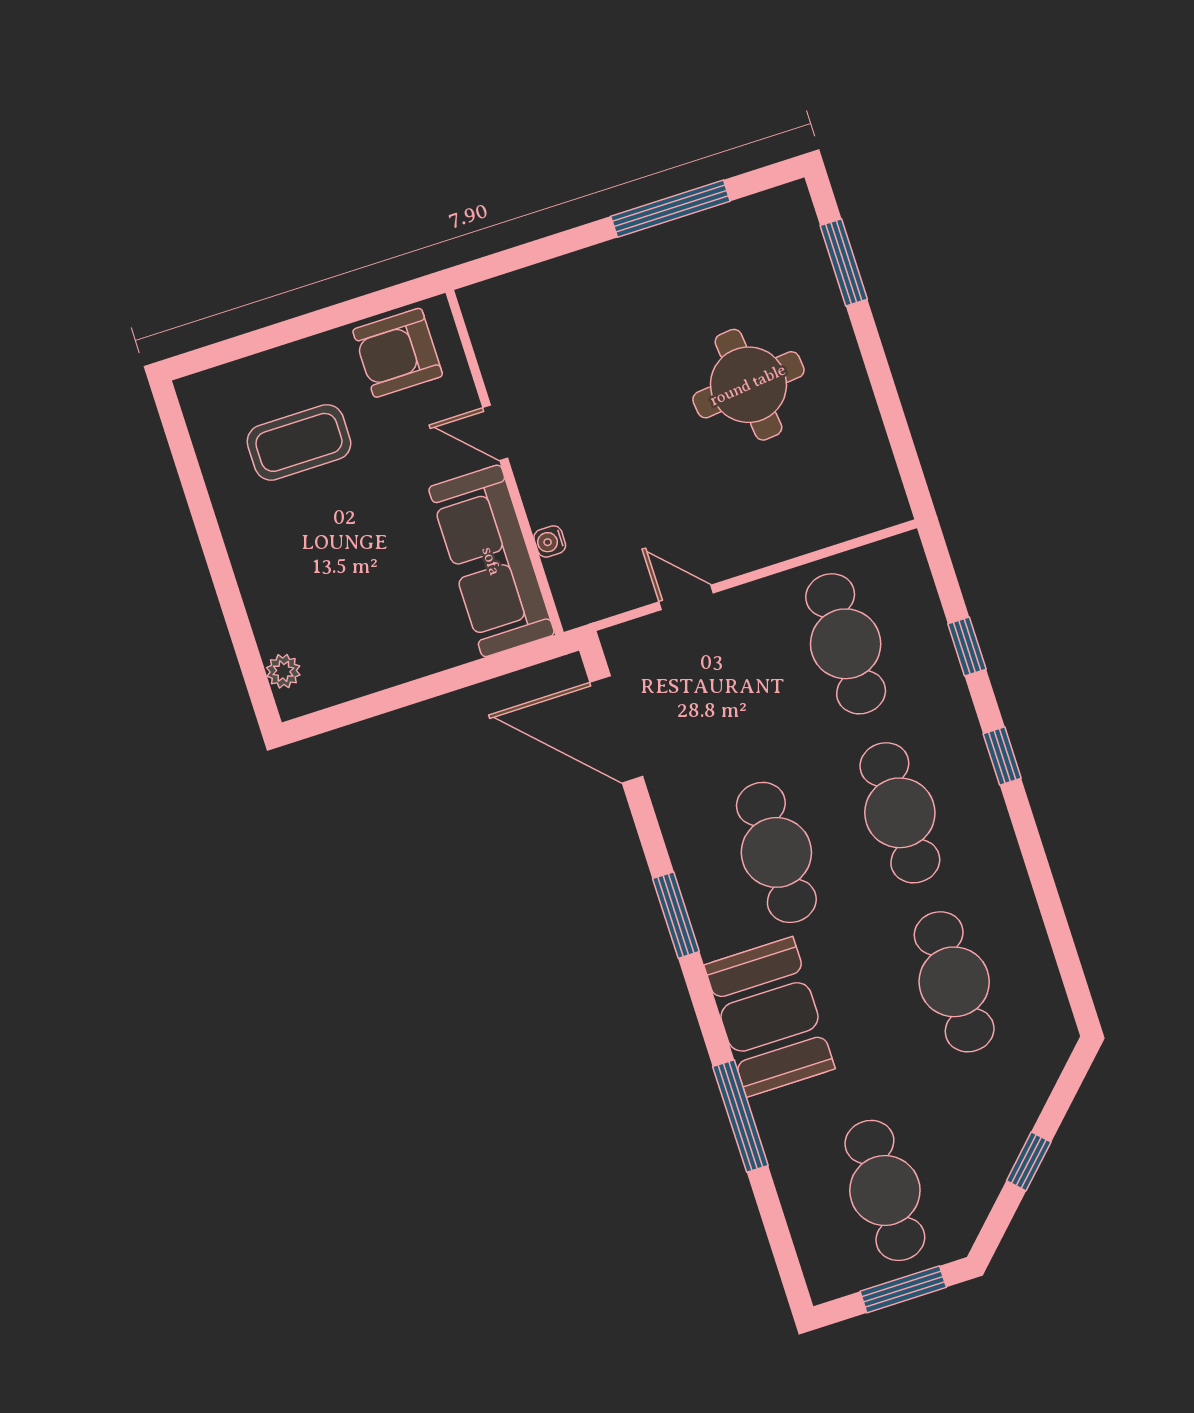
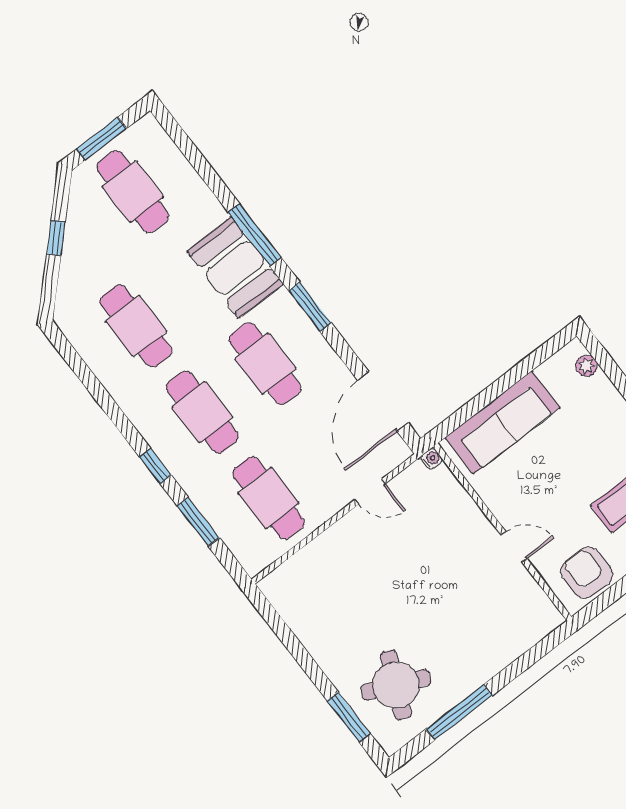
armchair: (398, 353) -> (587, 573), turned -90
round table: (748, 385) -> (396, 685), moved, turned 30
water cooler: (550, 541) -> (432, 459), moved
sofa: (491, 561) -> (503, 423), moved, turned 90
window: (967, 646) -> (198, 522), width x1.50
door: (616, 729) -> (383, 401), swing flipped
window: (740, 1116) -> (255, 235), moved

